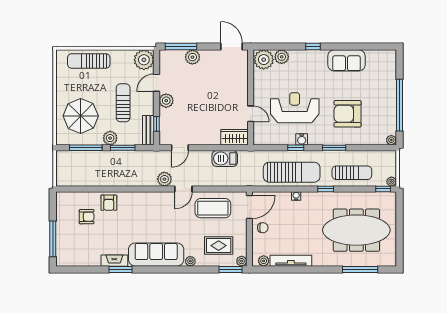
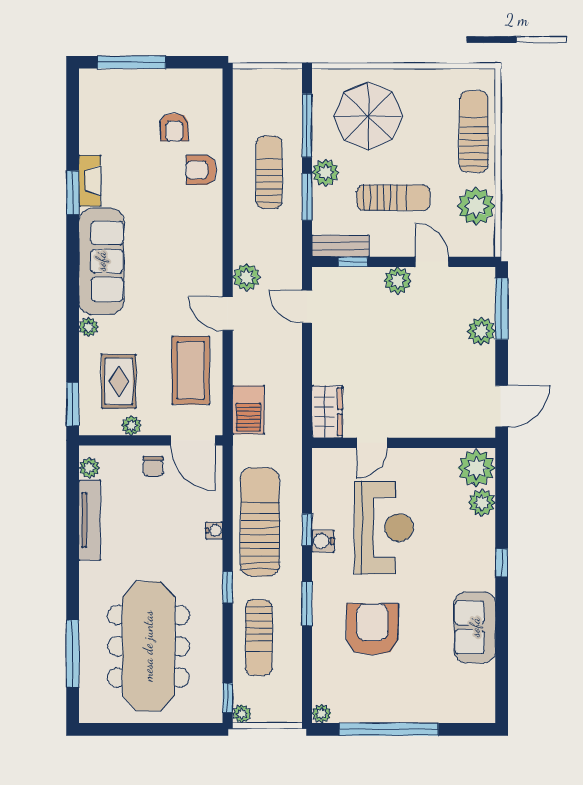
plant: (144, 60) -> (476, 206), moved
barbecue: (225, 158) -> (248, 410), moved, turned 180
sun lounger: (110, 167) -> (269, 172), added
sun lounger: (292, 172) -> (260, 522), turned 180
plant: (242, 261) -> (132, 426), moved

